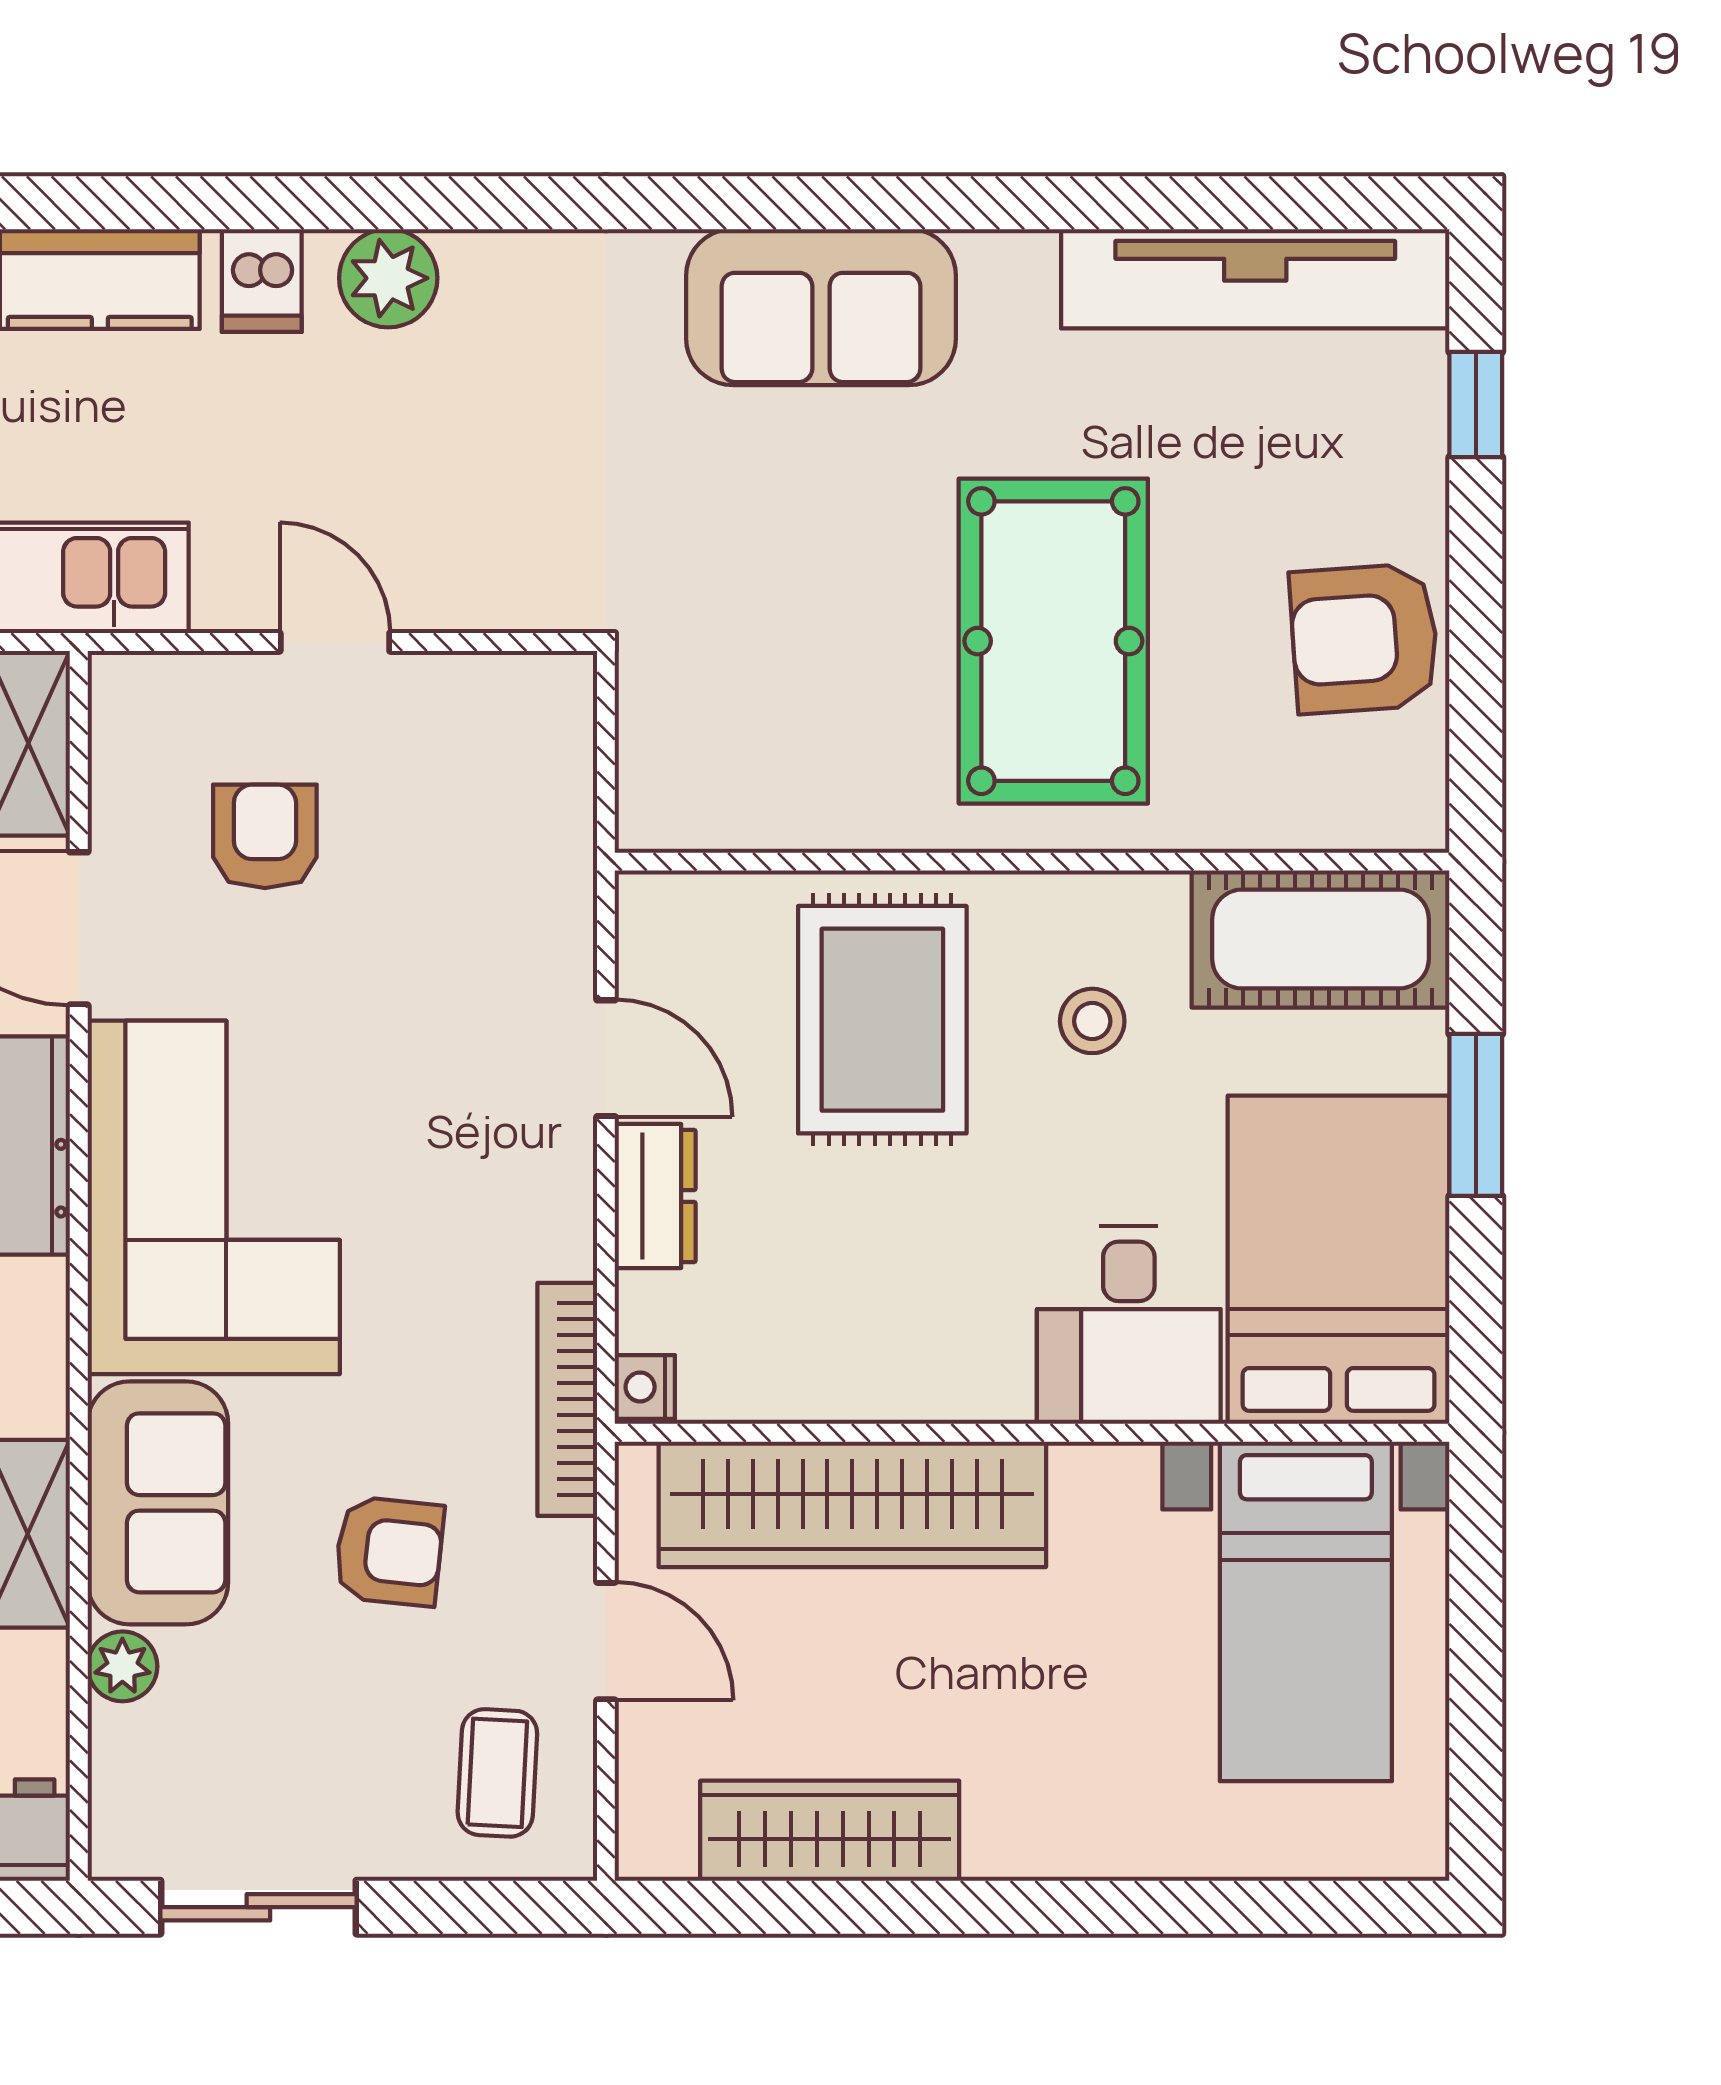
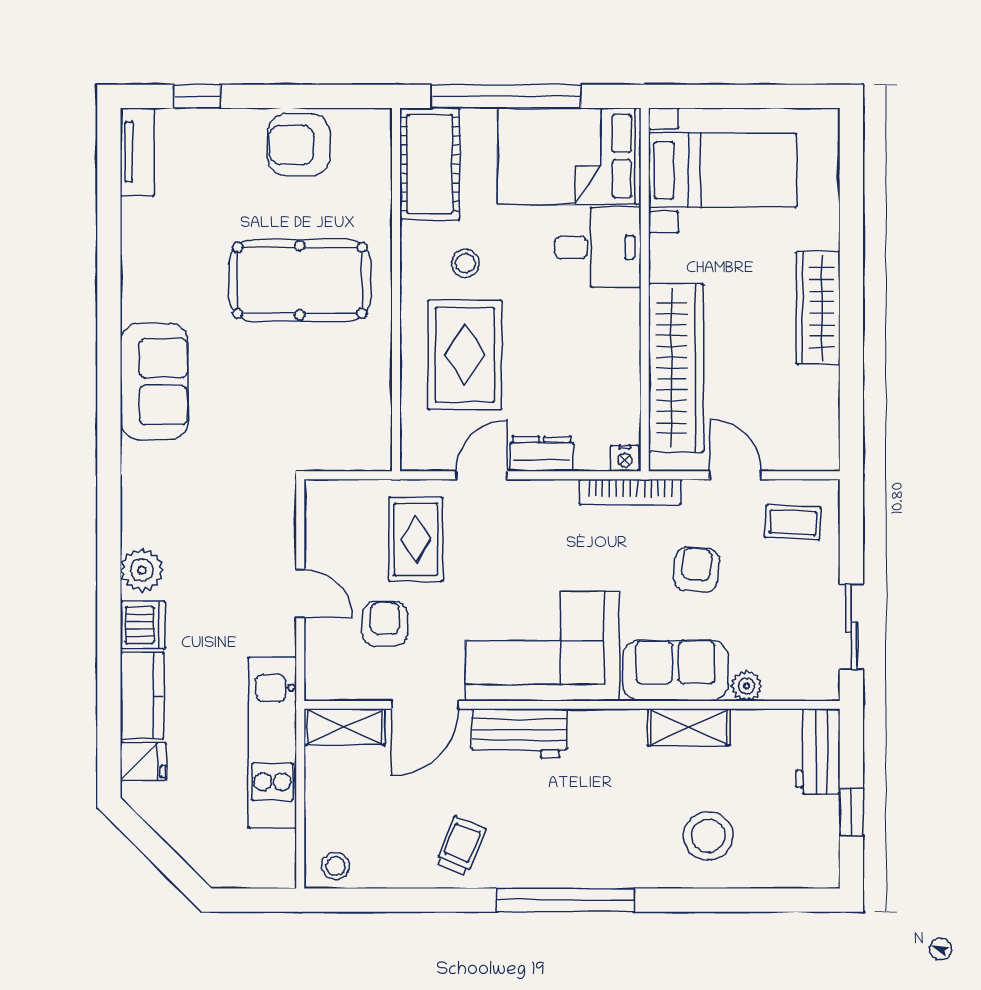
tv unit: (1255, 279) -> (137, 152), width x0.52, depth x0.78
dishwasher: (262, 281) -> (143, 625), width x1.38
armchair: (1364, 639) -> (299, 145), turned 94
door: (335, 642) -> (300, 593), swing flipped
armchair: (265, 836) -> (385, 624), turned 90
rug: (459, 907) -> (416, 539), added
rug: (882, 1020) -> (465, 355), turned 90
window: (1476, 1115) -> (506, 96), width x2.11
door: (606, 1641) -> (736, 475), hinge flipped
wardrobe: (830, 1831) -> (818, 308), moved

